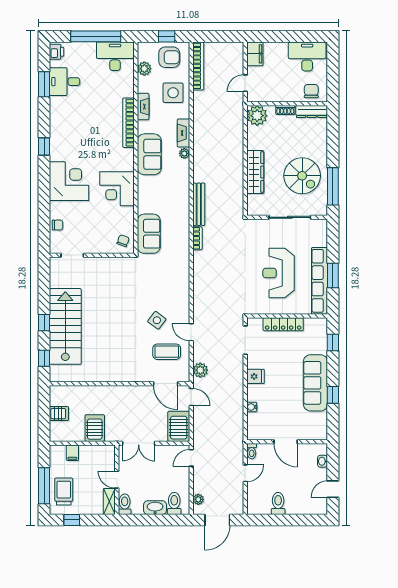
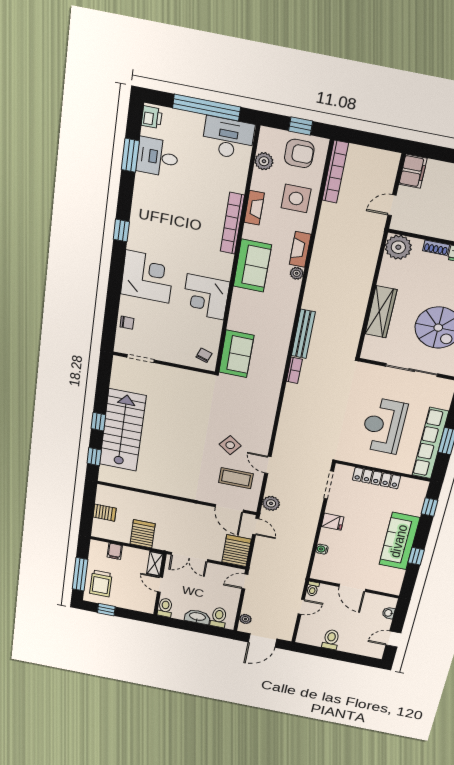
trolley: (64, 492) -> (101, 584), turned 180
shelving: (109, 502) -> (155, 564), moved

